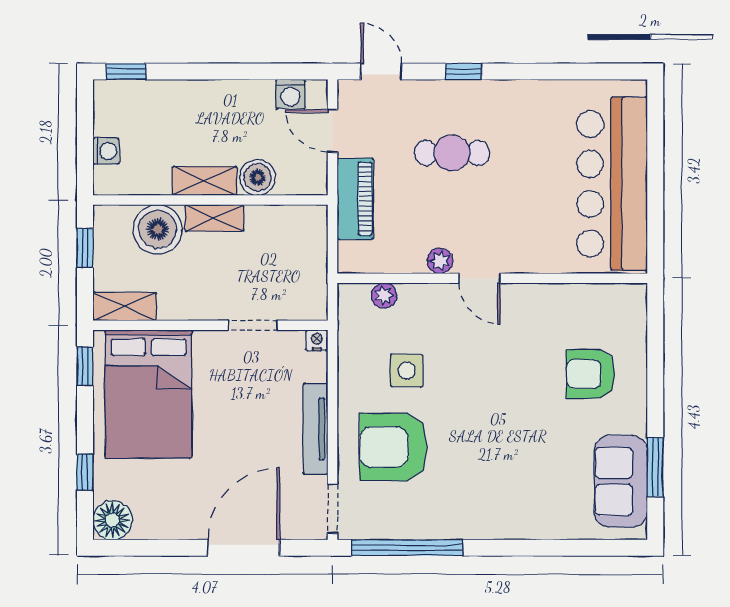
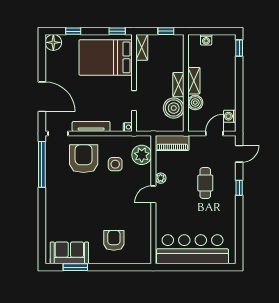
piano: (355, 199) -> (172, 143), moved
boiler: (158, 229) -> (174, 108), moved
plant: (384, 296) -> (142, 155), width x1.88, depth x1.88

